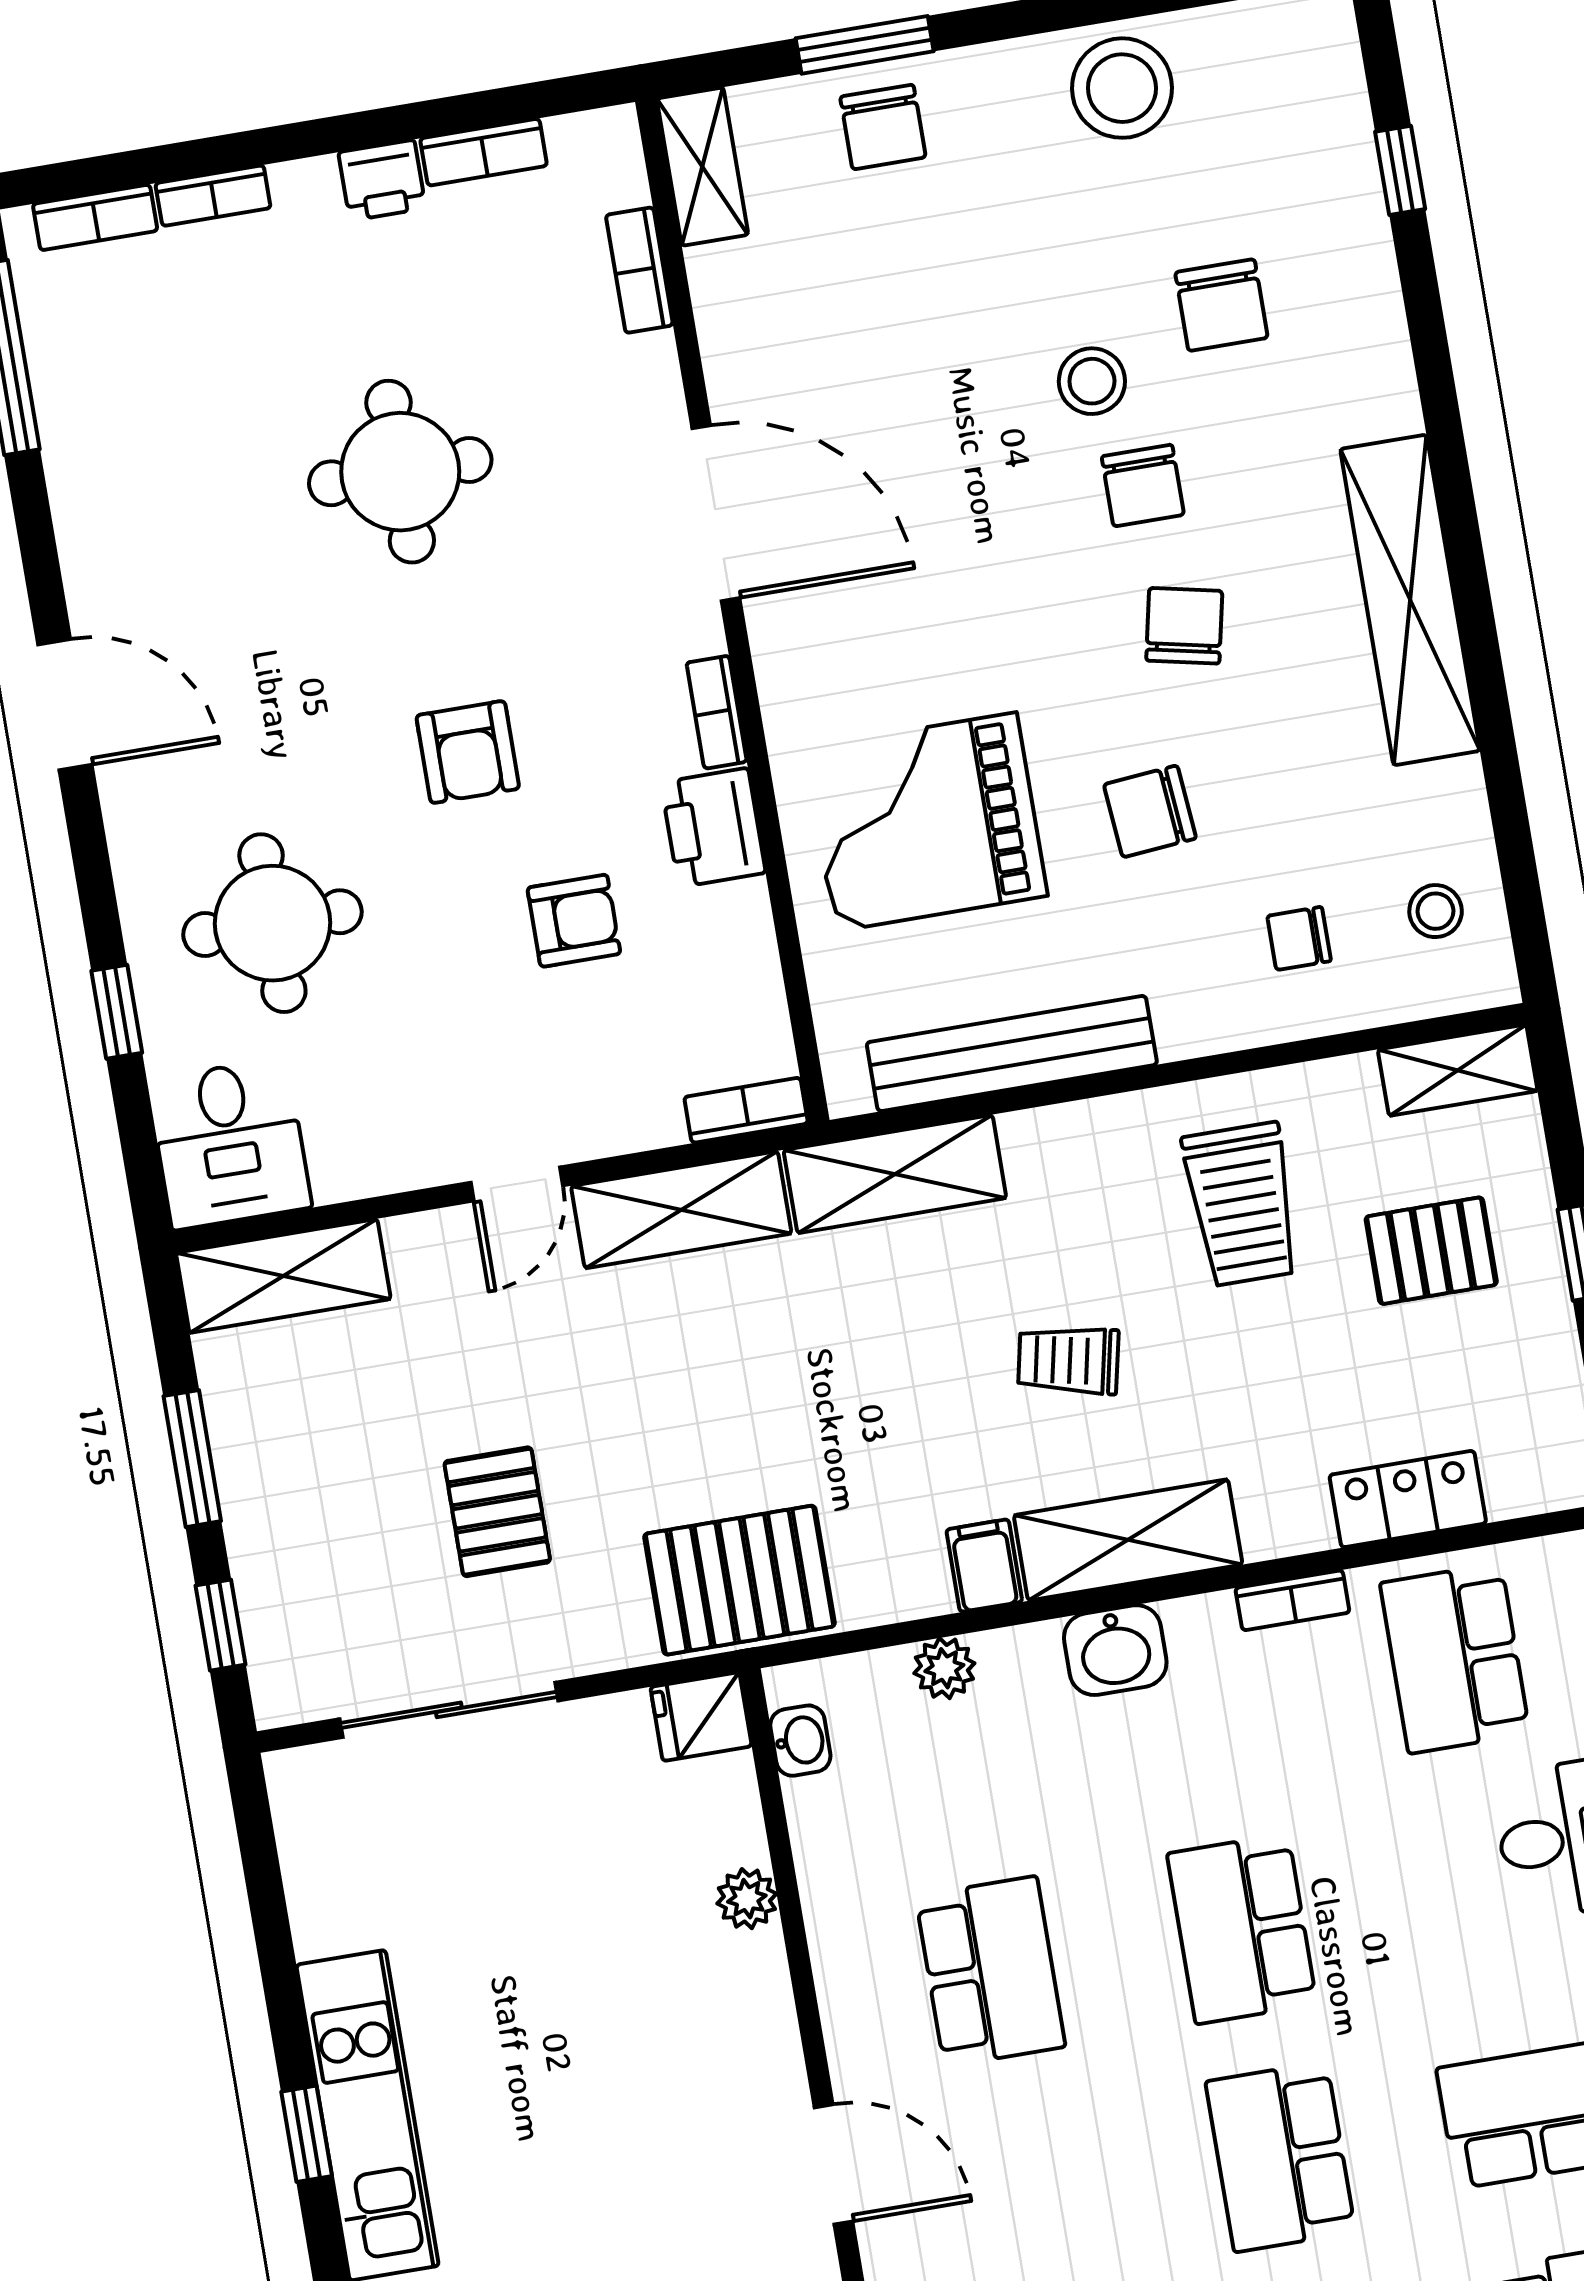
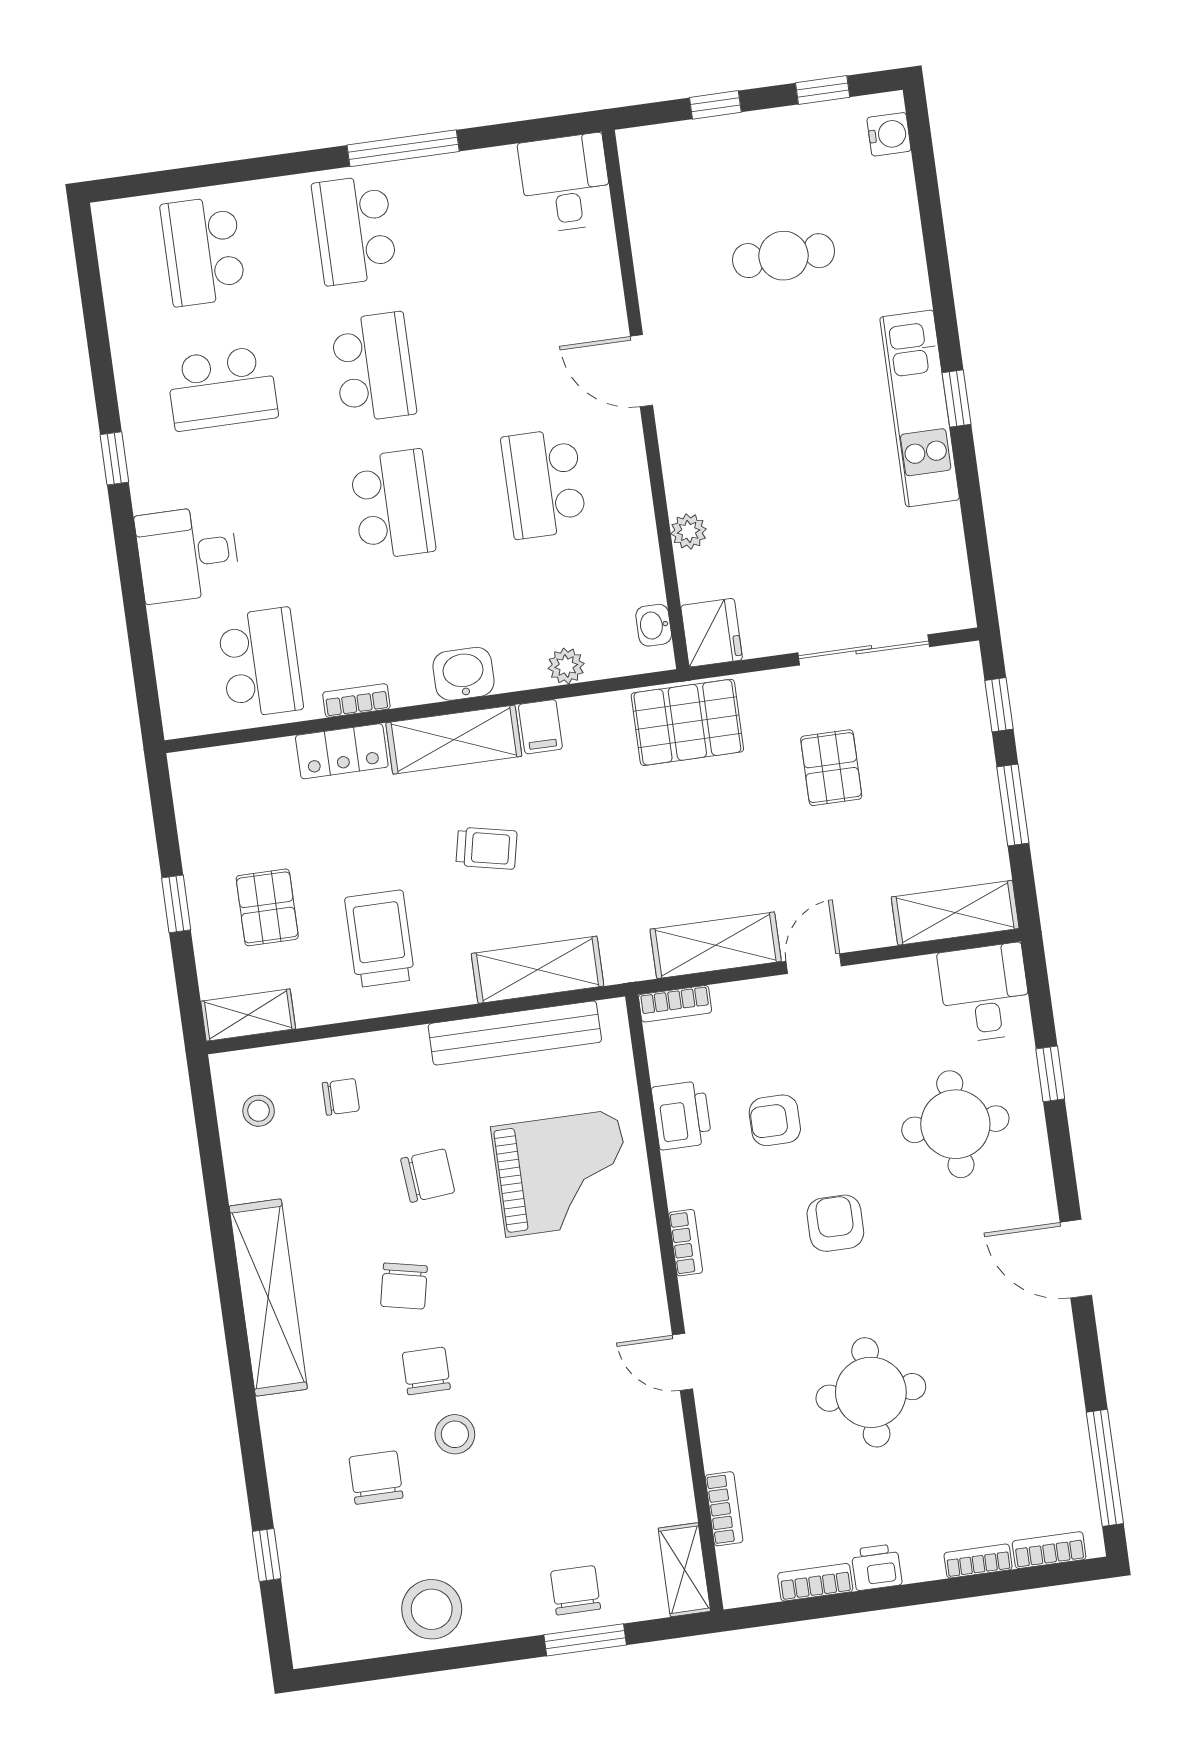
door: (716, 513) -> (683, 1362), width x0.53
printer: (713, 828) -> (682, 1115), moved
shelving: (895, 1174) -> (538, 970), moved
pallet: (1431, 1251) -> (267, 907), turned 90
locker: (1408, 1499) -> (342, 751), moved
fridge: (701, 1717) -> (712, 633), width x1.38

